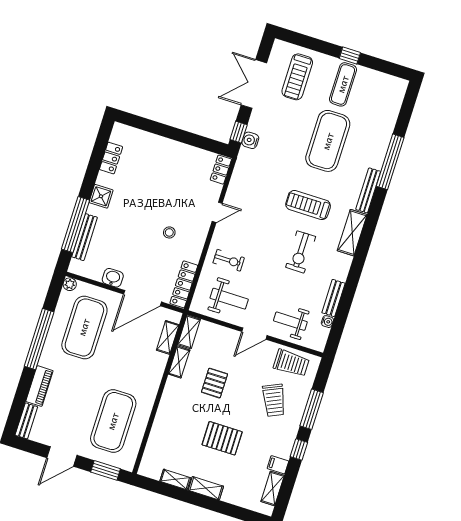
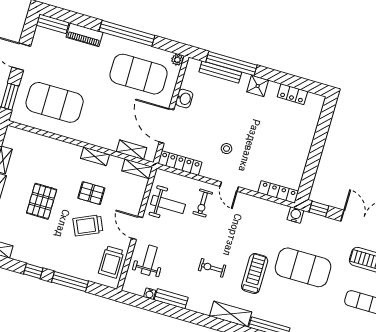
water cooler: (250, 140) -> (295, 215), moved
exercise mat: (328, 141) -> (303, 267), moved
locker: (221, 170) -> (278, 192), width x1.53
door: (217, 212) -> (229, 187), moved
exercise bike: (301, 252) -> (212, 268), width x0.73, depth x0.72
weight bench: (229, 299) -> (168, 204), turned -90
shelving: (179, 362) -> (95, 156), moved
trolley: (274, 400) -> (88, 225), moved
filing cabinet: (278, 465) -> (19, 252), removed

